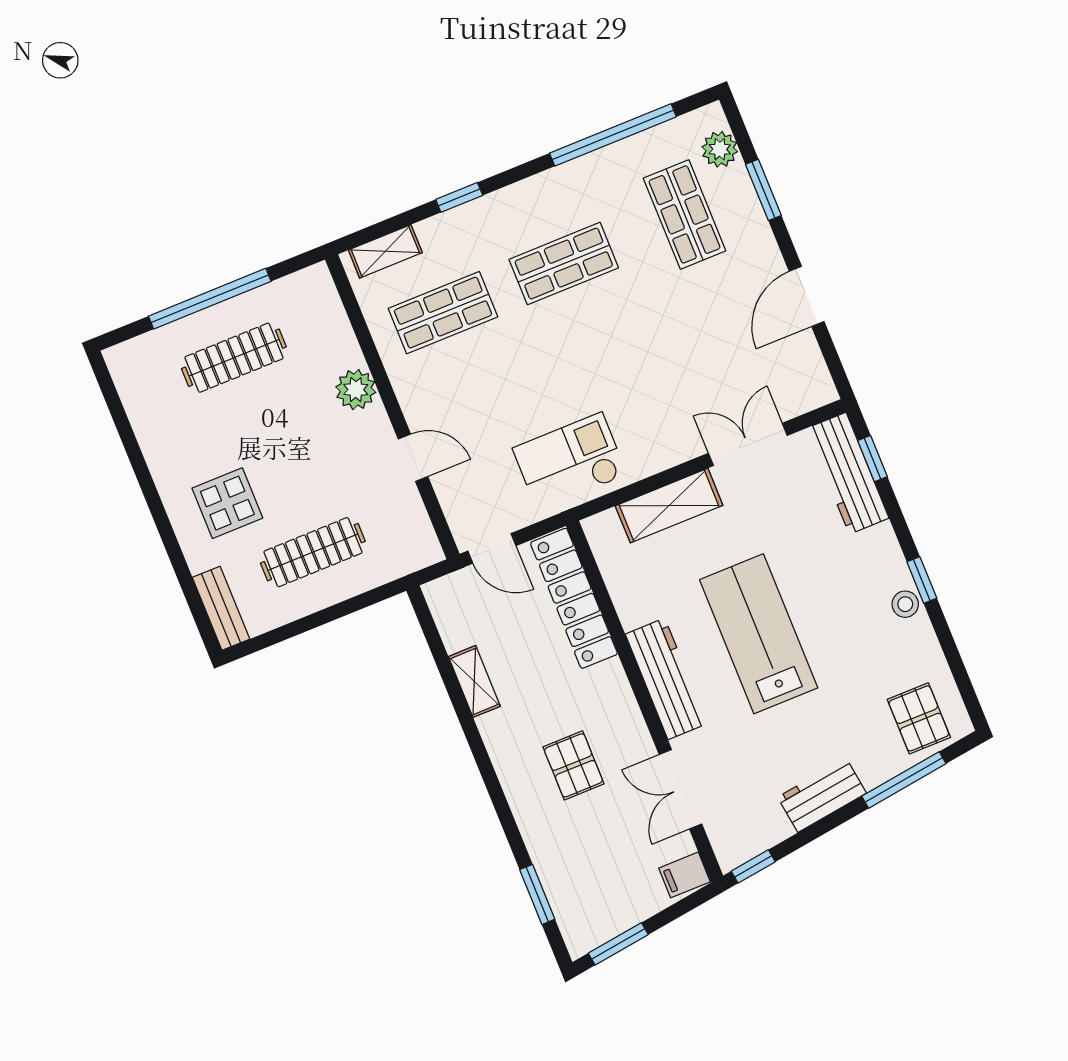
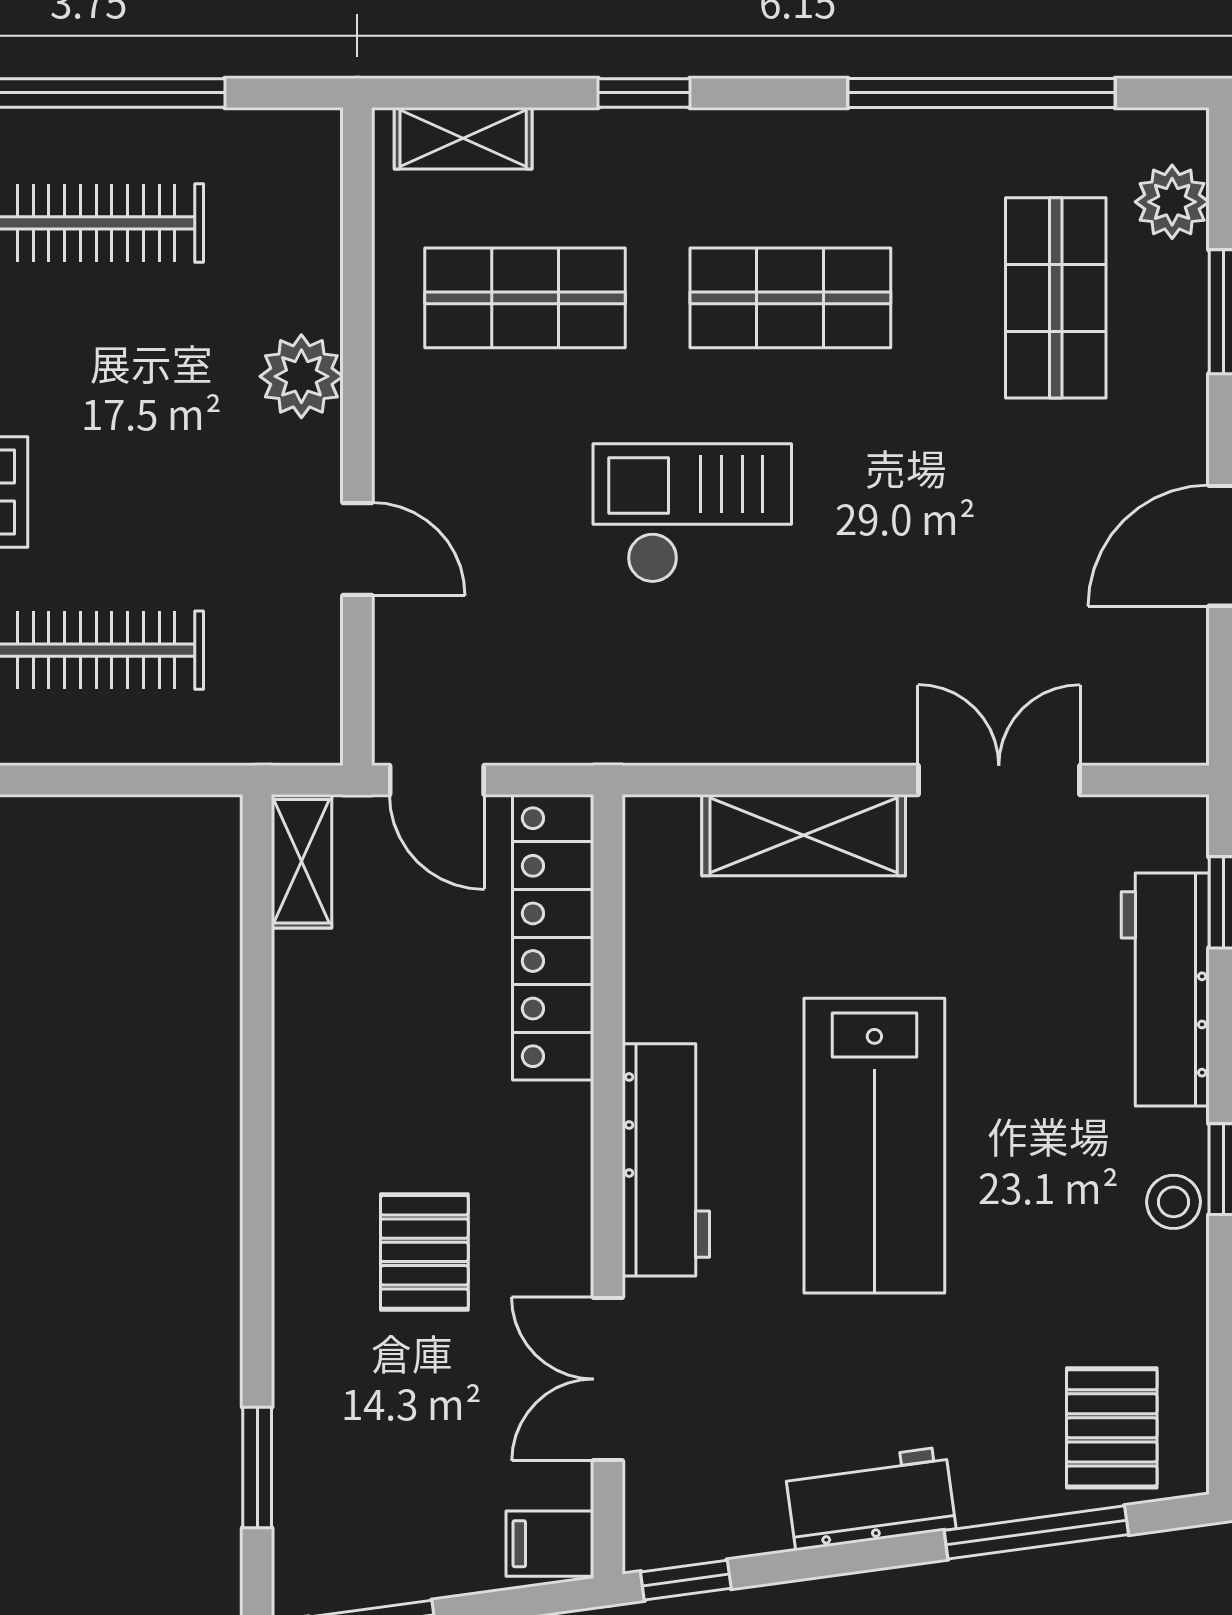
checkout: (570, 461) -> (692, 513), moved
workbench: (848, 473) -> (1165, 990), moved
lab bench: (759, 634) -> (874, 1146), turned 180
shelving: (474, 681) -> (302, 861), moved

